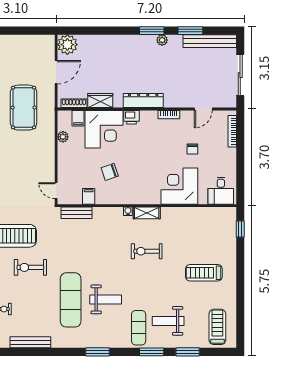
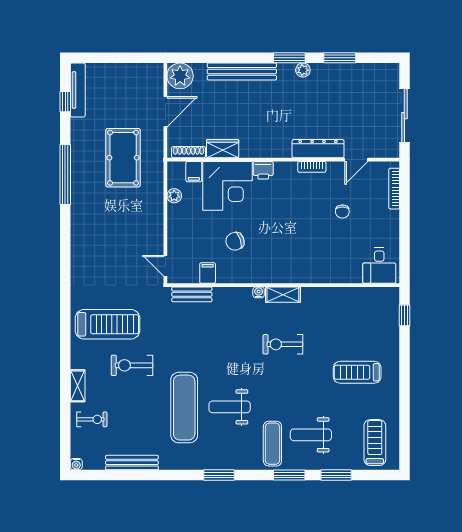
bench: (210, 41) -> (242, 71), moved
dresser: (143, 101) -> (318, 149), moved
corner desk: (179, 186) -> (325, 260), removed
weight bench: (106, 299) -> (230, 407), turned 180

